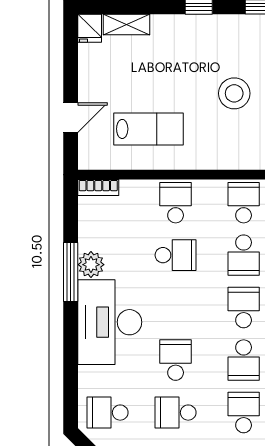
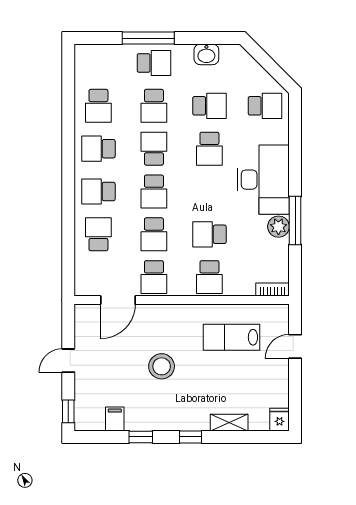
shelving: (126, 24) -> (229, 423), moved
school desk: (244, 255) -> (154, 234), turned 180

